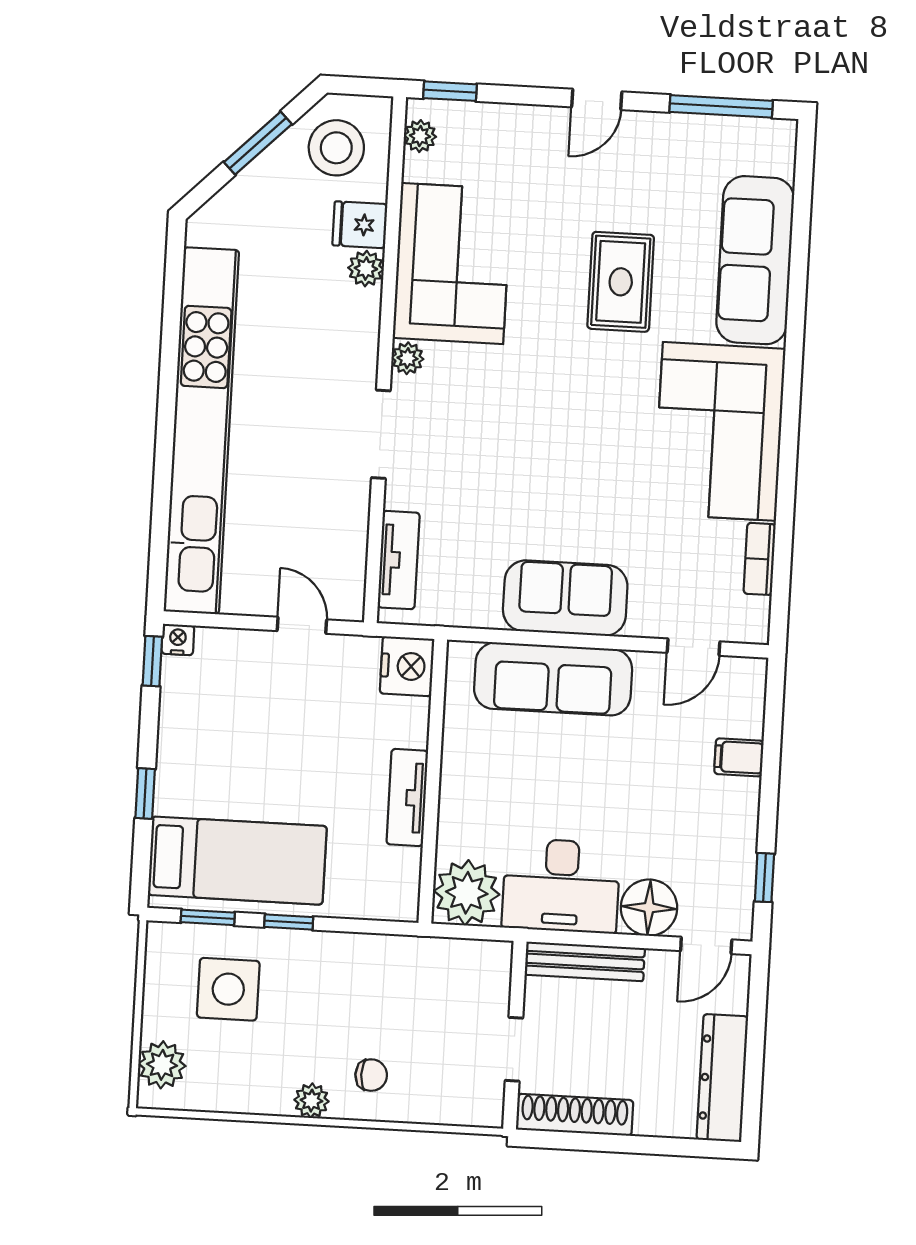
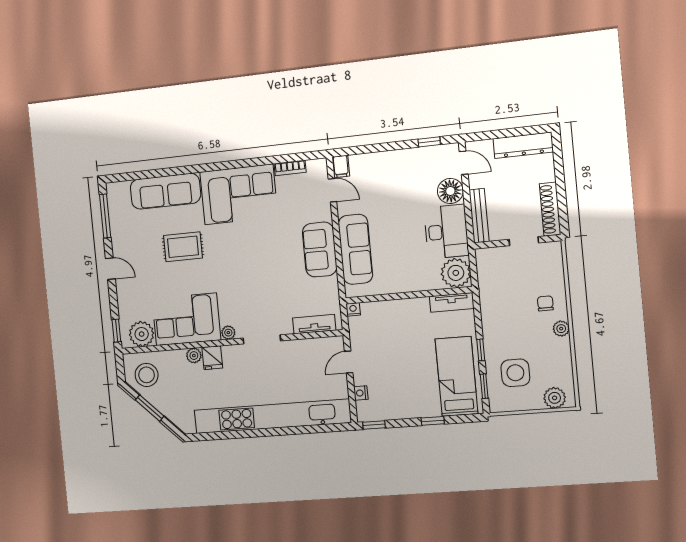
plant: (420, 136) -> (142, 334), width x1.87, depth x1.87
fridge: (360, 225) -> (212, 358), moved
nightstand: (178, 640) -> (361, 393), moved
nightstand: (407, 666) -> (353, 309), width x0.53, depth x0.56
filing cabinet: (739, 757) -> (341, 166), moved
tv unit: (407, 797) -> (452, 302), moved

